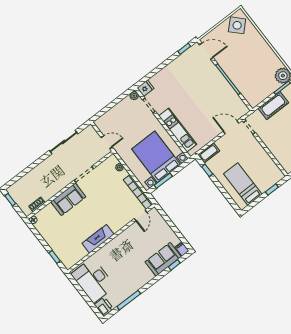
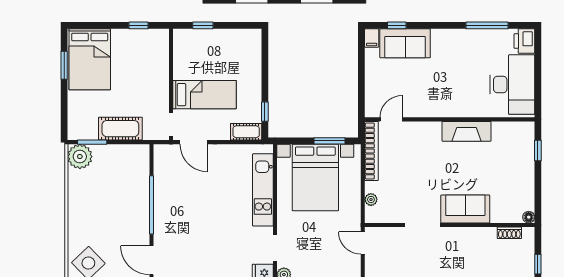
bed: (243, 184) -> (205, 95), moved, turned -90

